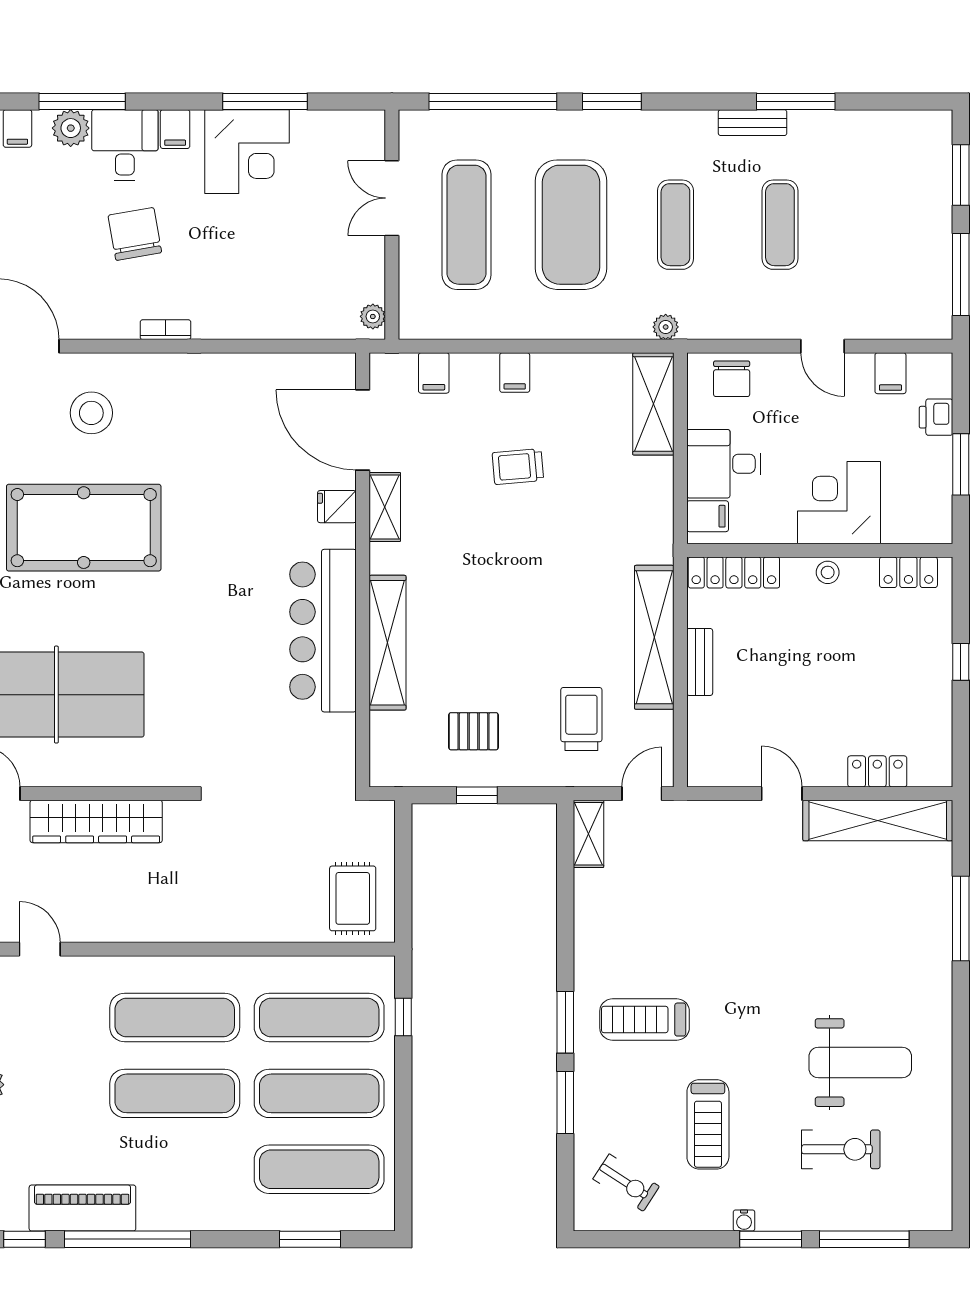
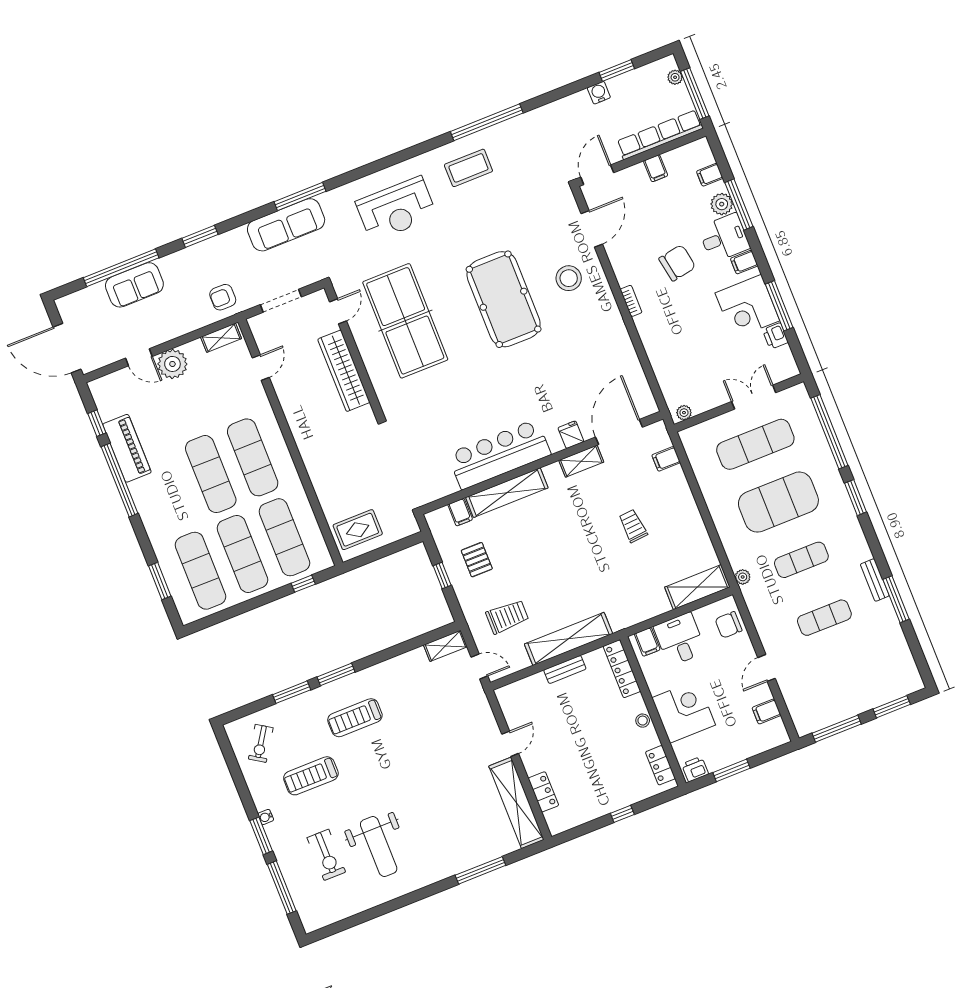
printer: (310, 126) -> (775, 336), added
filing cabinet: (515, 373) -> (460, 512), moved, turned -90
printer: (936, 417) -> (695, 769), moved
treadmill: (645, 1020) -> (355, 718), turned -90

